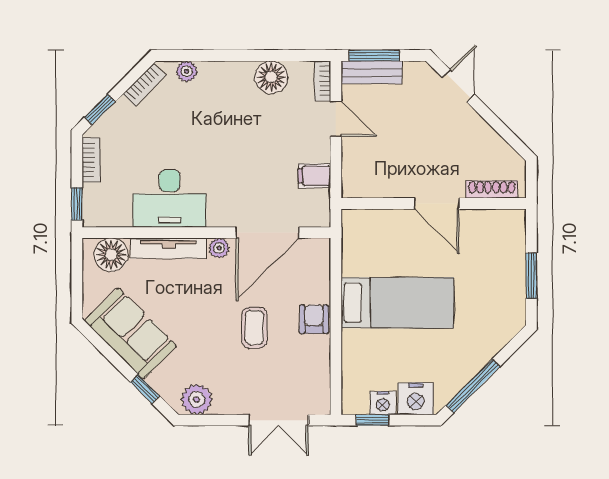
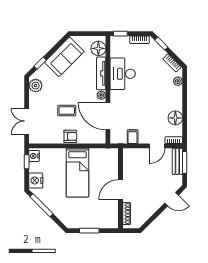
nightstand: (383, 403) -> (34, 156), moved

